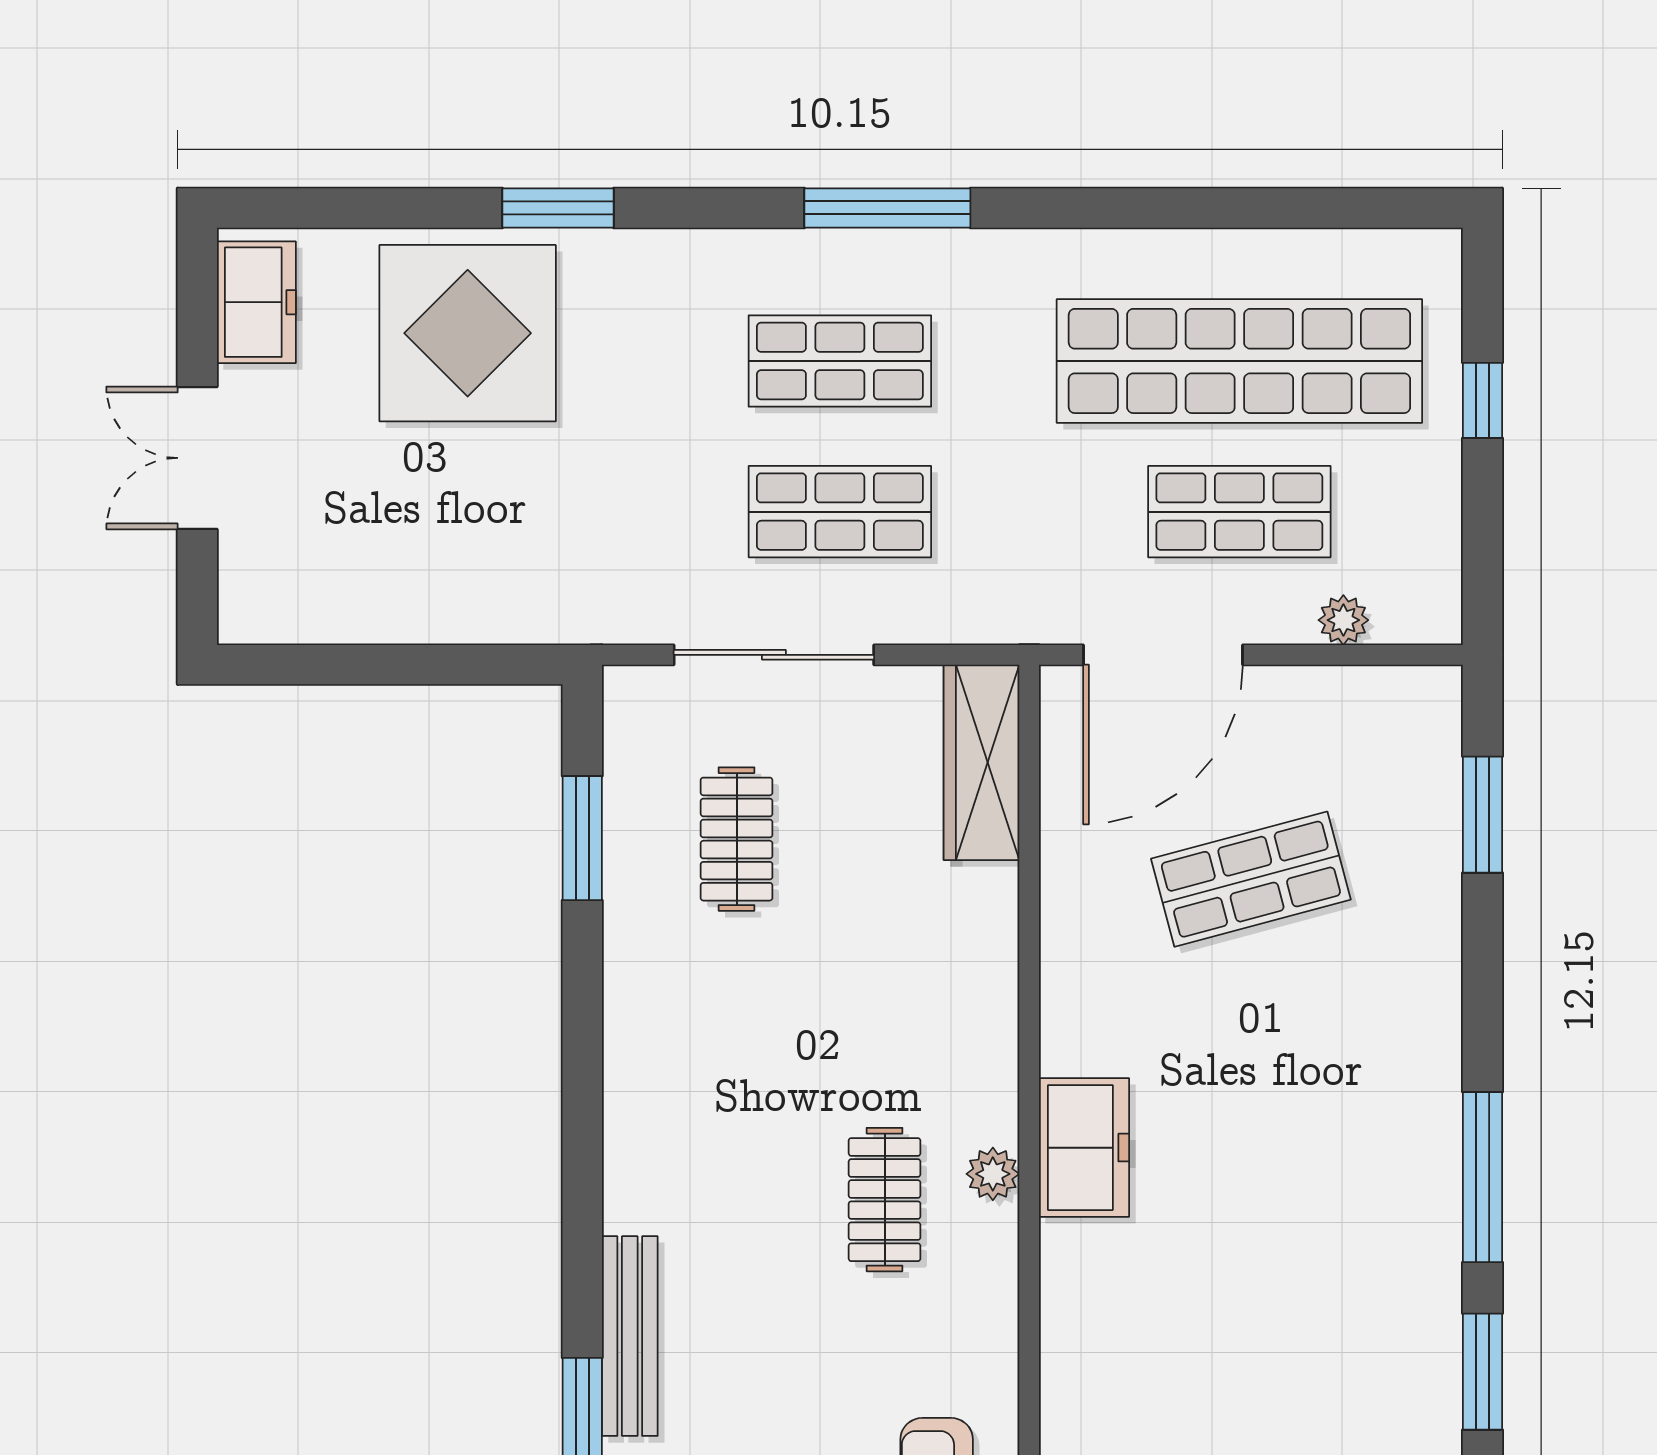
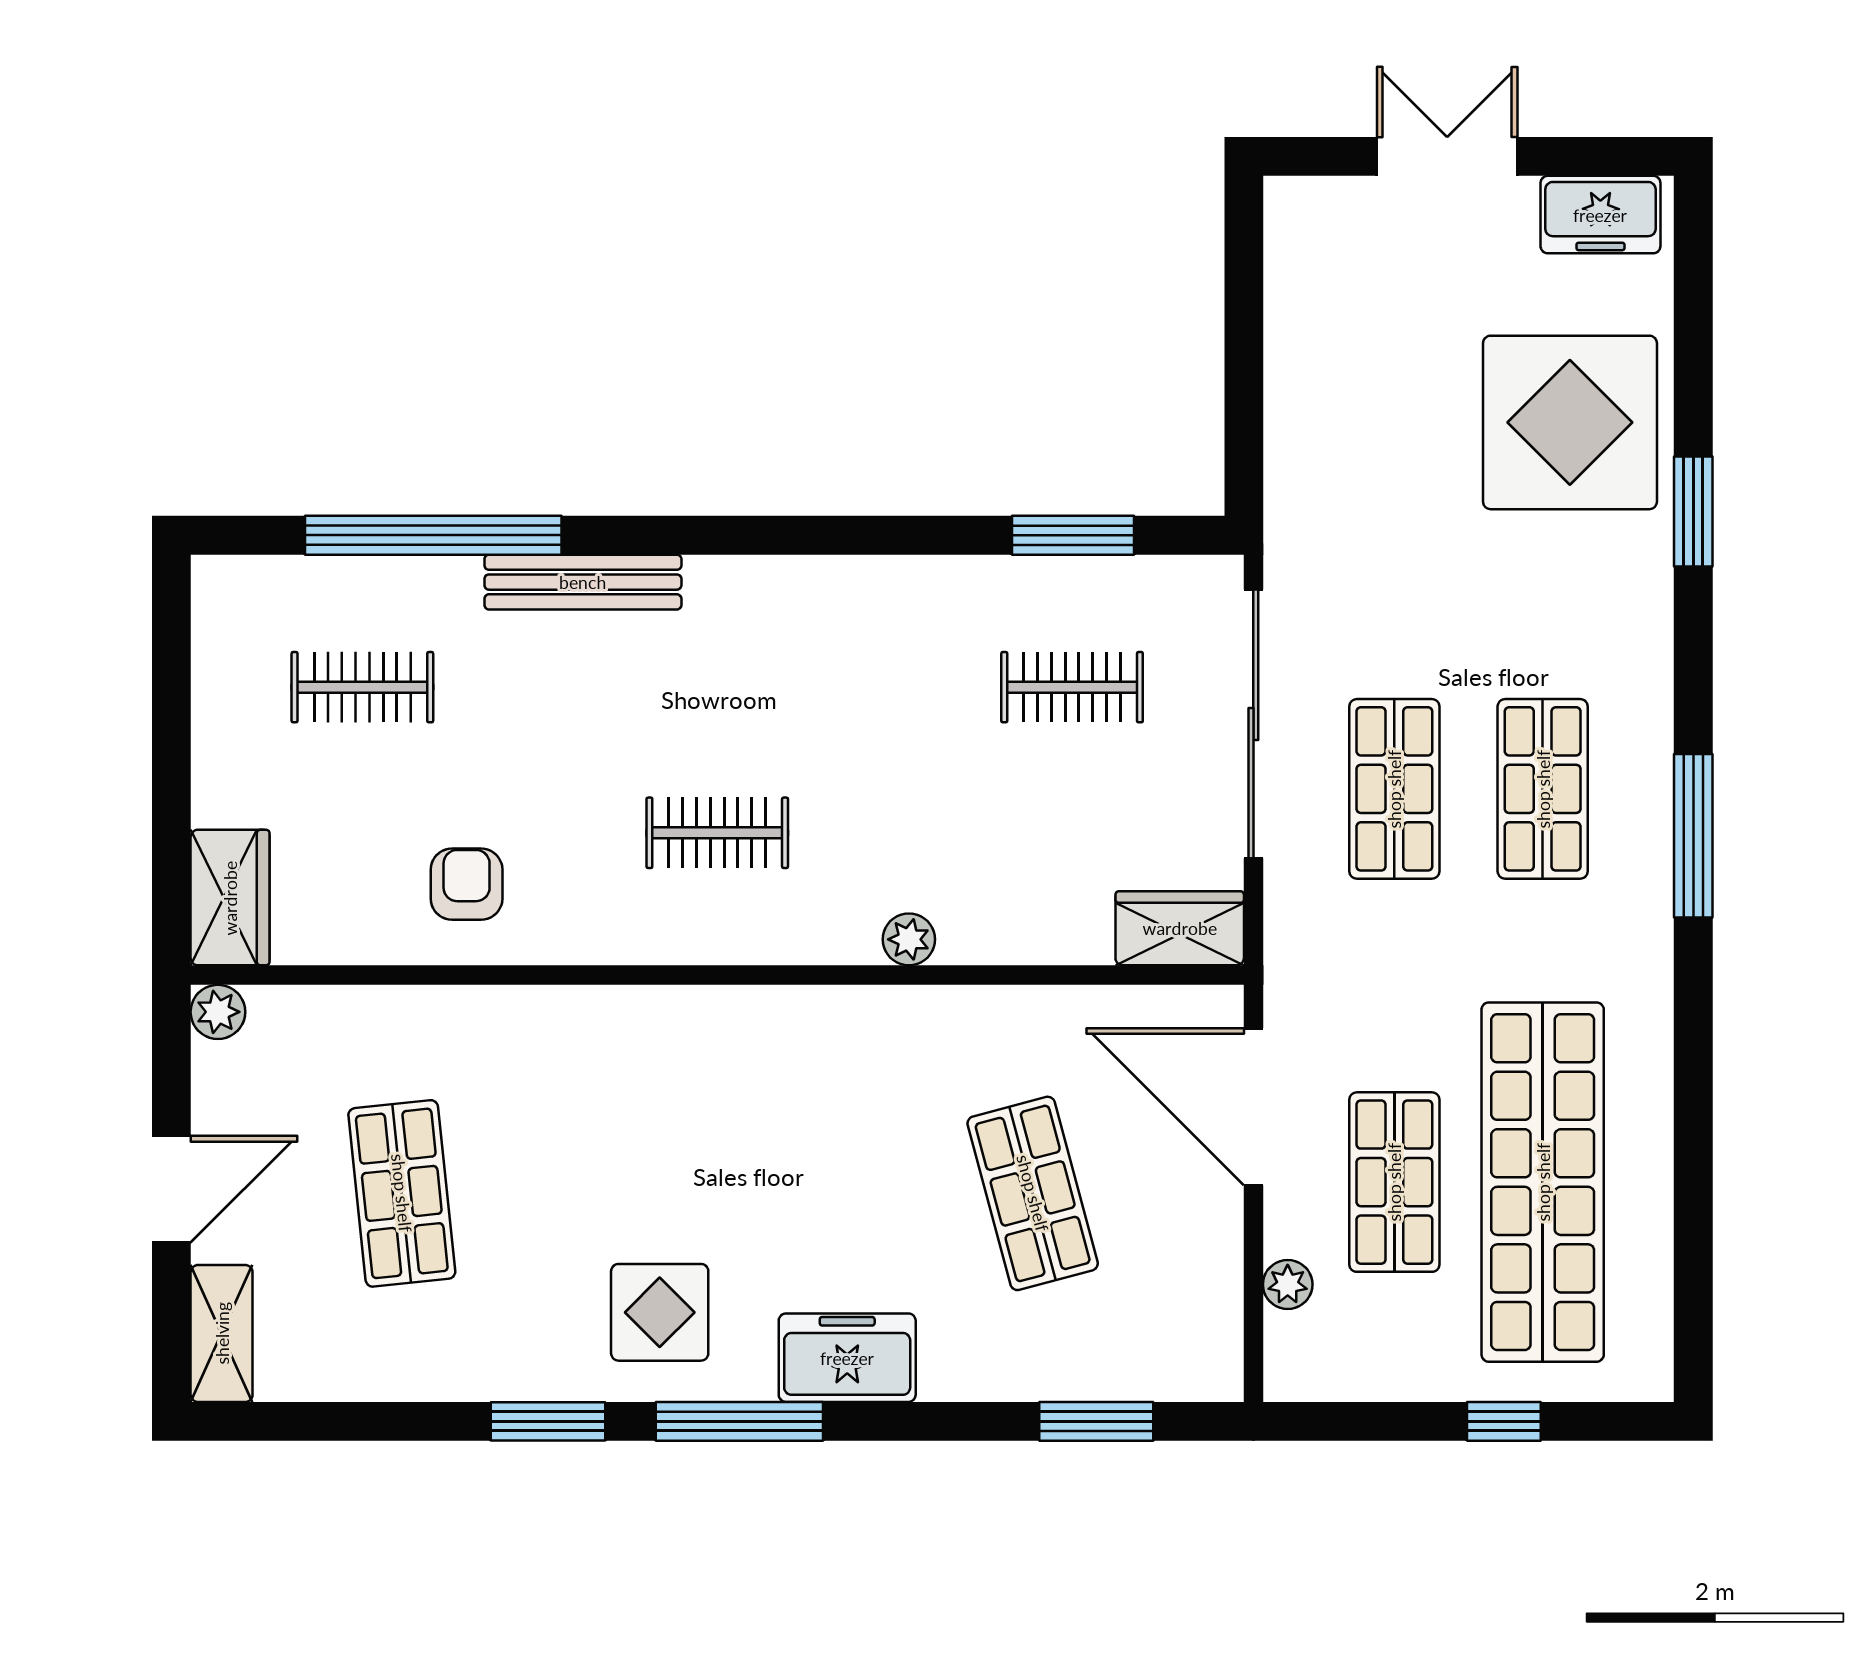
sliding door: (774, 655) -> (1253, 724), width x1.36
wardrobe: (982, 762) -> (1180, 928), width x0.67
freezer: (1084, 1148) -> (847, 1358), moved, turned 180
plant: (993, 1174) -> (909, 939), moved
display table: (1372, 1258) -> (660, 1312), added

